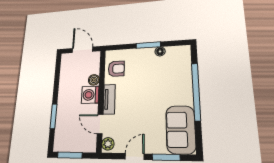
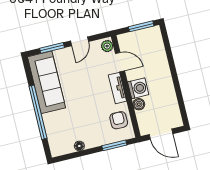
window: (148, 45) -> (114, 145), moved
armchair: (116, 69) -> (119, 120), turned 90
window: (53, 116) -> (170, 58), removed
sofa: (181, 130) -> (46, 82), width x1.36

